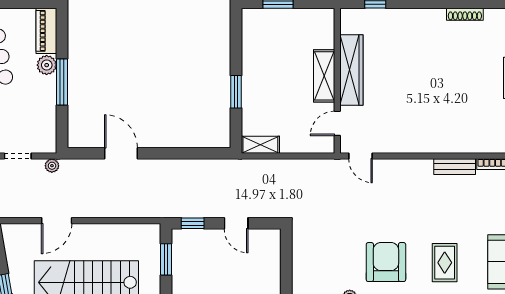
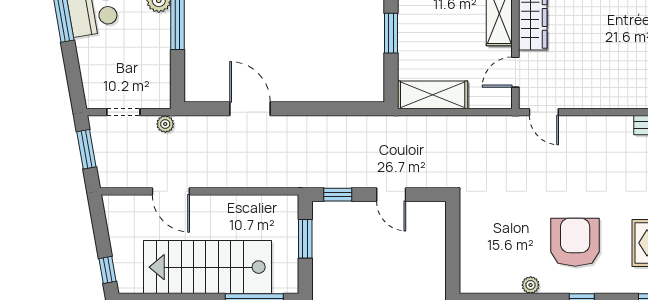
shelving: (260, 145) -> (433, 95), width x1.50, depth x1.33
door: (57, 221) -> (171, 191), hinge flipped

